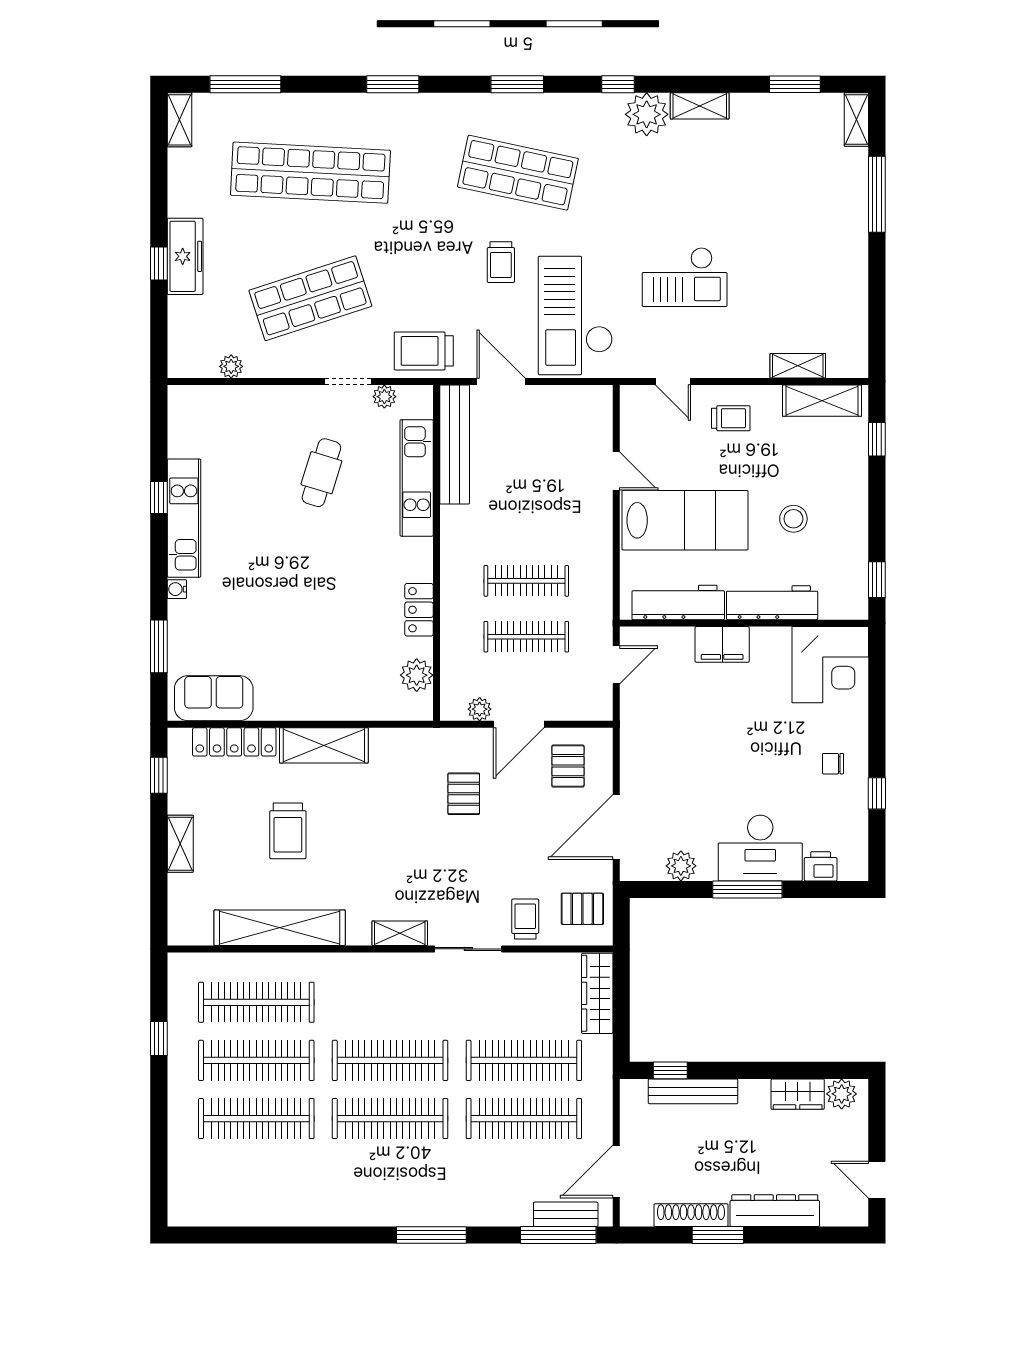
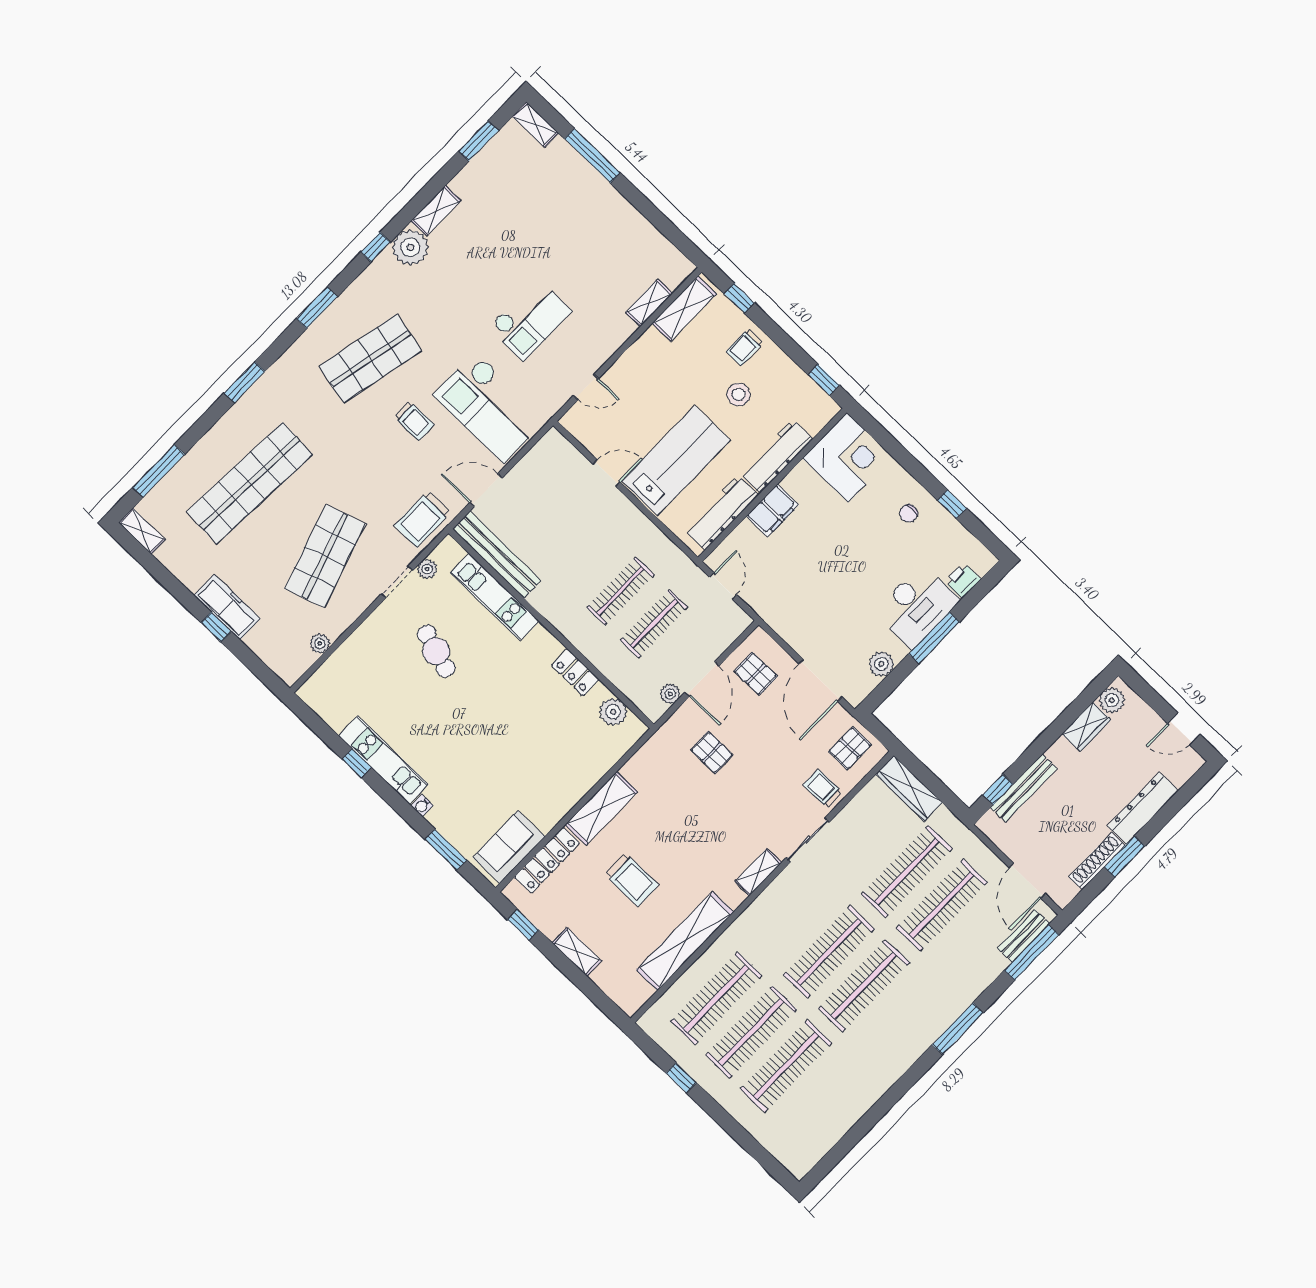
trolley: (731, 418) -> (745, 347), moved, turned 180

